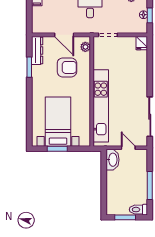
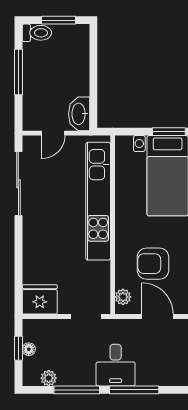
fridge: (142, 43) -> (40, 299), width x1.88, depth x1.34
door: (128, 148) -> (53, 133), hinge flipped

